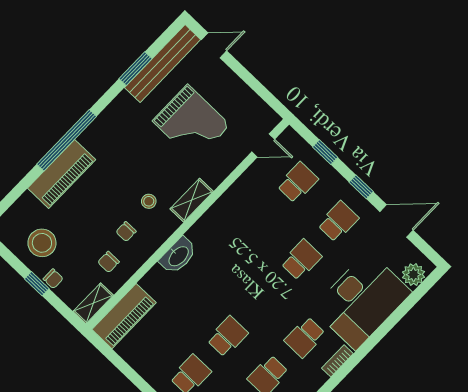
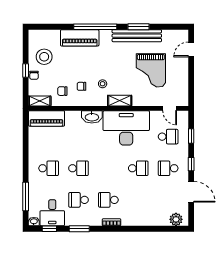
door: (214, 45) -> (191, 49), swing flipped
bench: (163, 64) -> (137, 36), moved
window: (136, 69) -> (139, 27), moved
school desk: (338, 221) -> (168, 168), turned 180
desk: (362, 300) -> (126, 128), moved, turned 180

